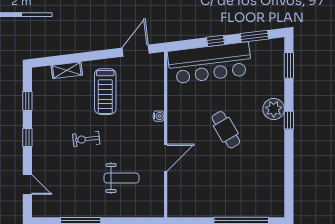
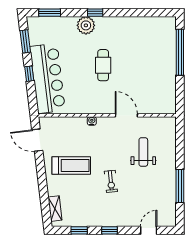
shelving: (67, 70) -> (55, 209), moved
cafe table: (226, 130) -> (103, 65), turned -60

